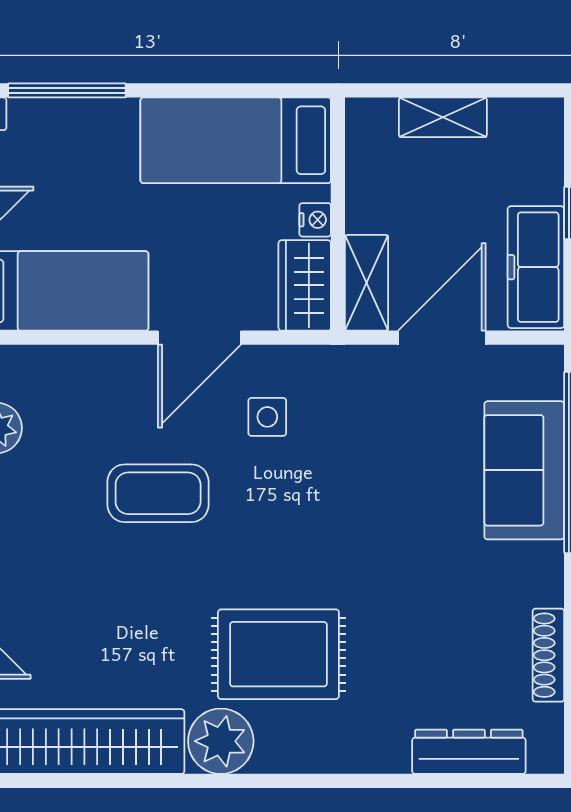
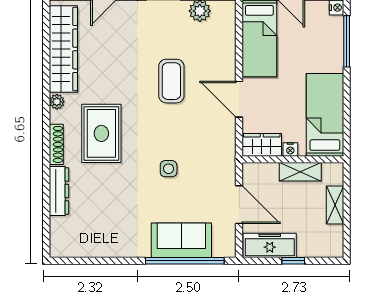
shelving: (367, 283) -> (300, 172), moved
side table: (267, 417) -> (169, 169), moved
shoe rack: (548, 655) -> (56, 144), moved, turned 90
plant: (221, 741) -> (57, 102), width x0.53, depth x0.53
dresser: (469, 752) -> (59, 191), moved

